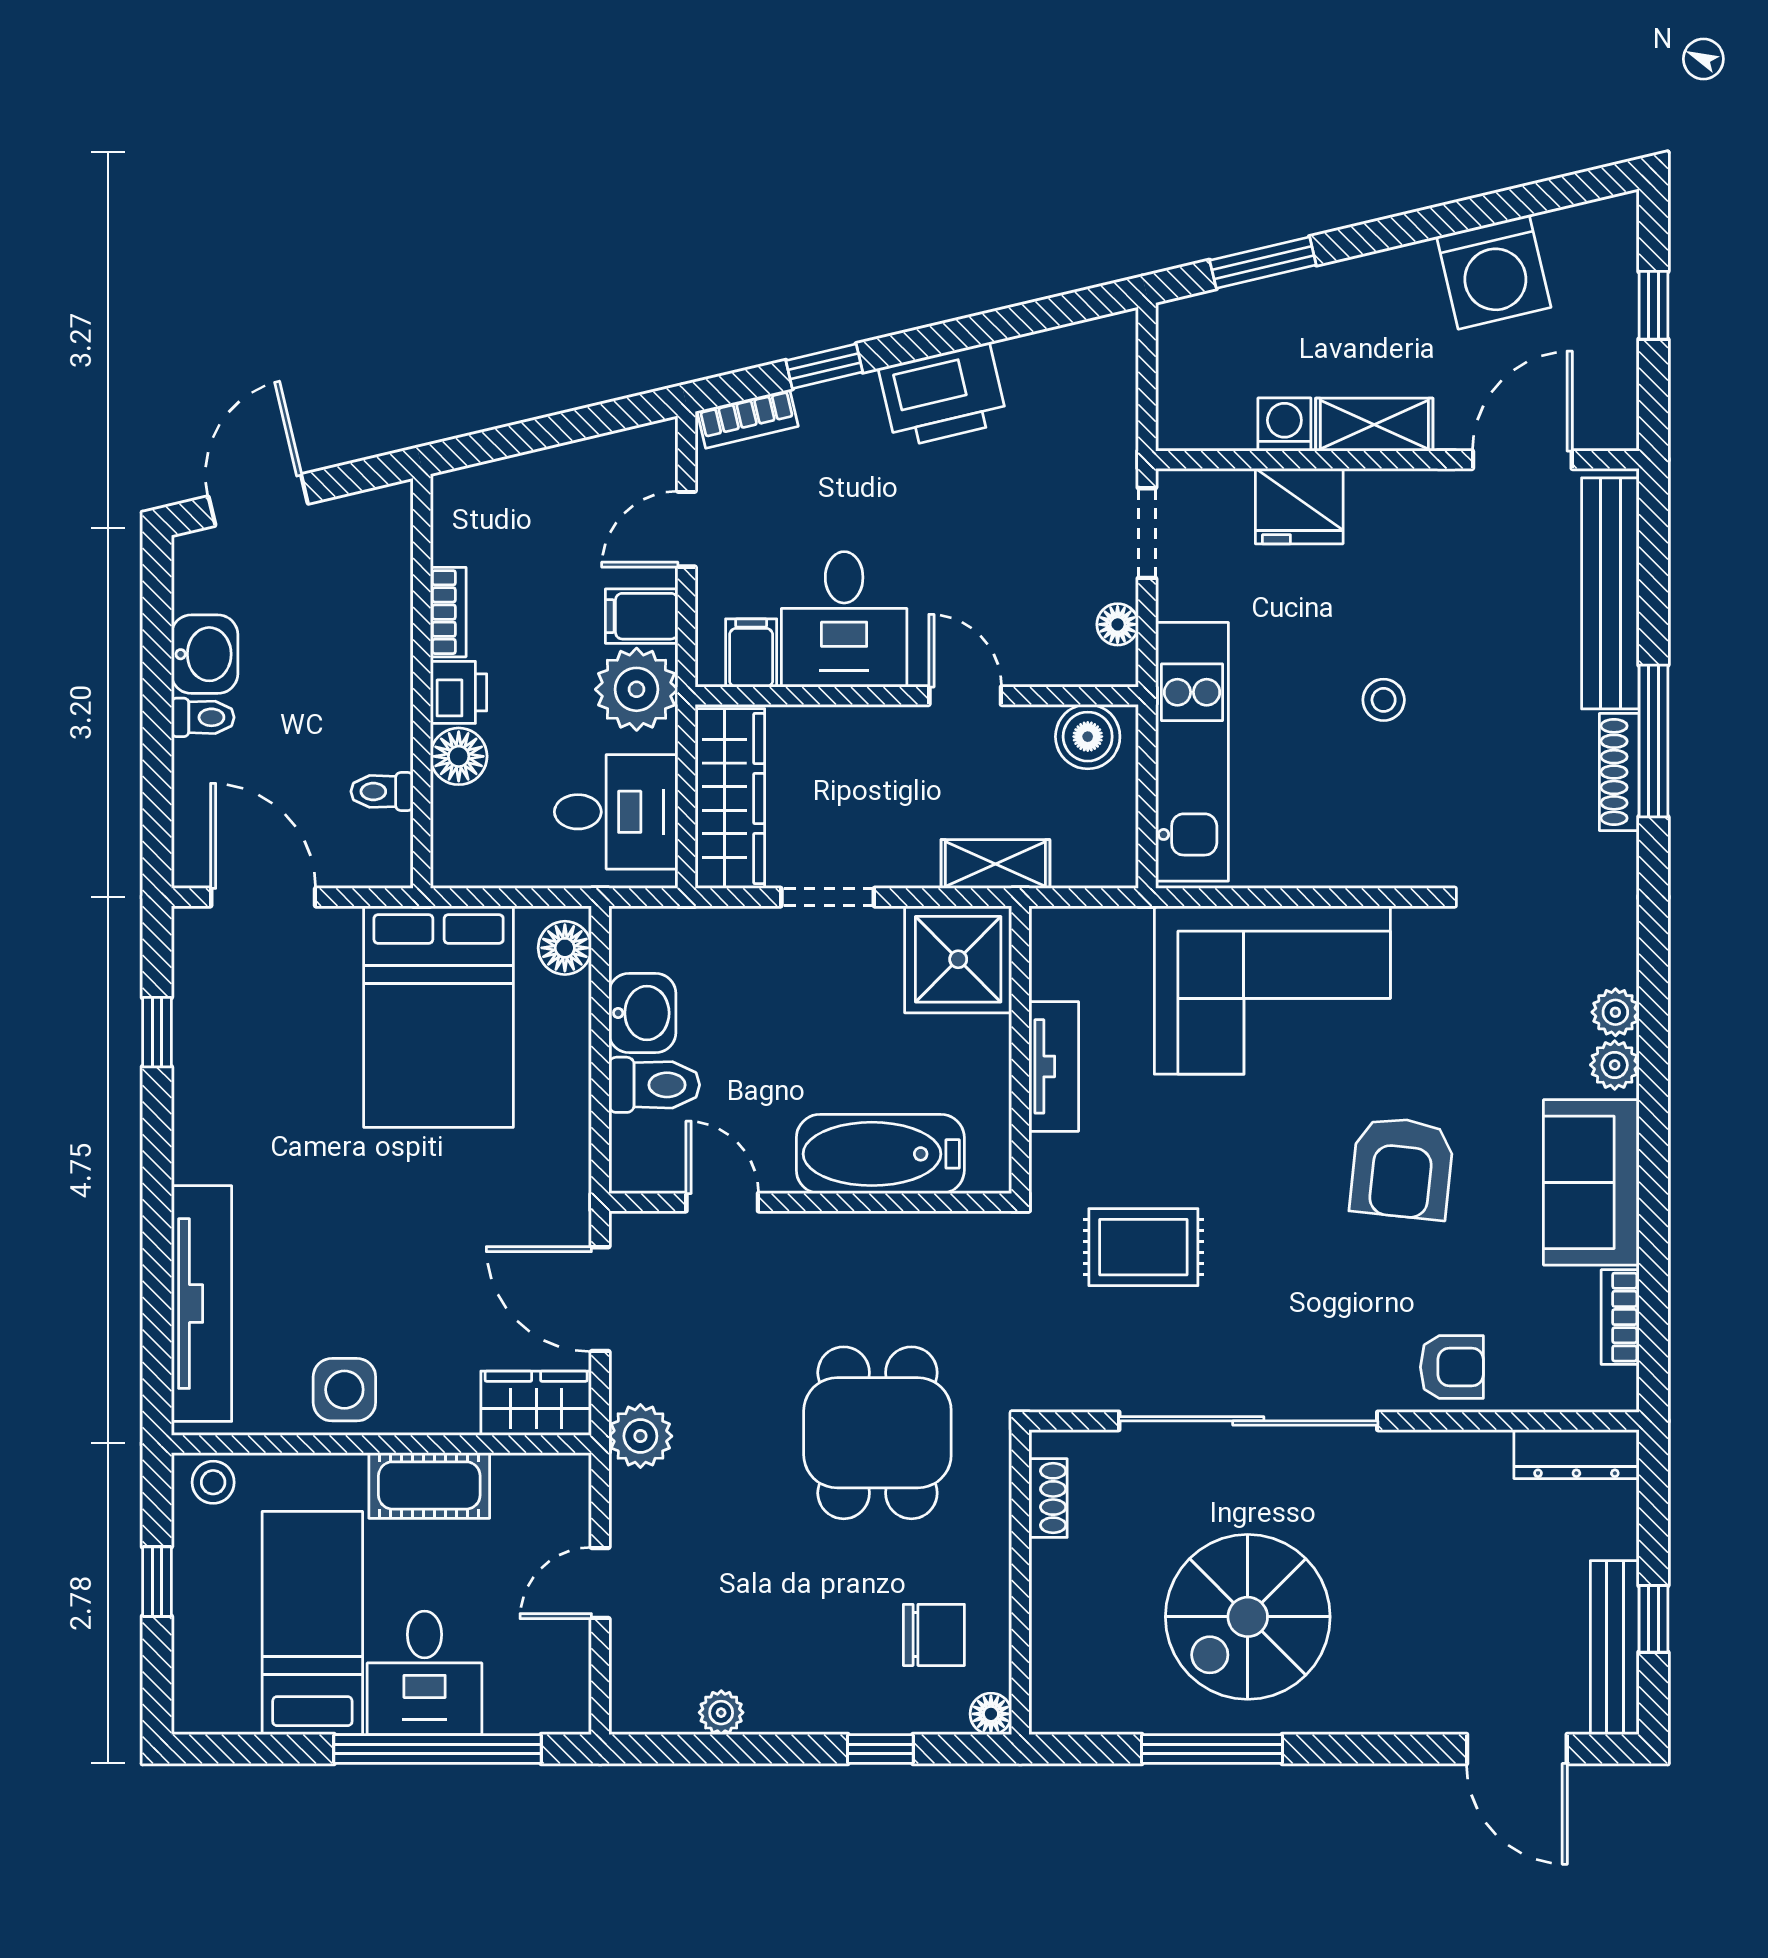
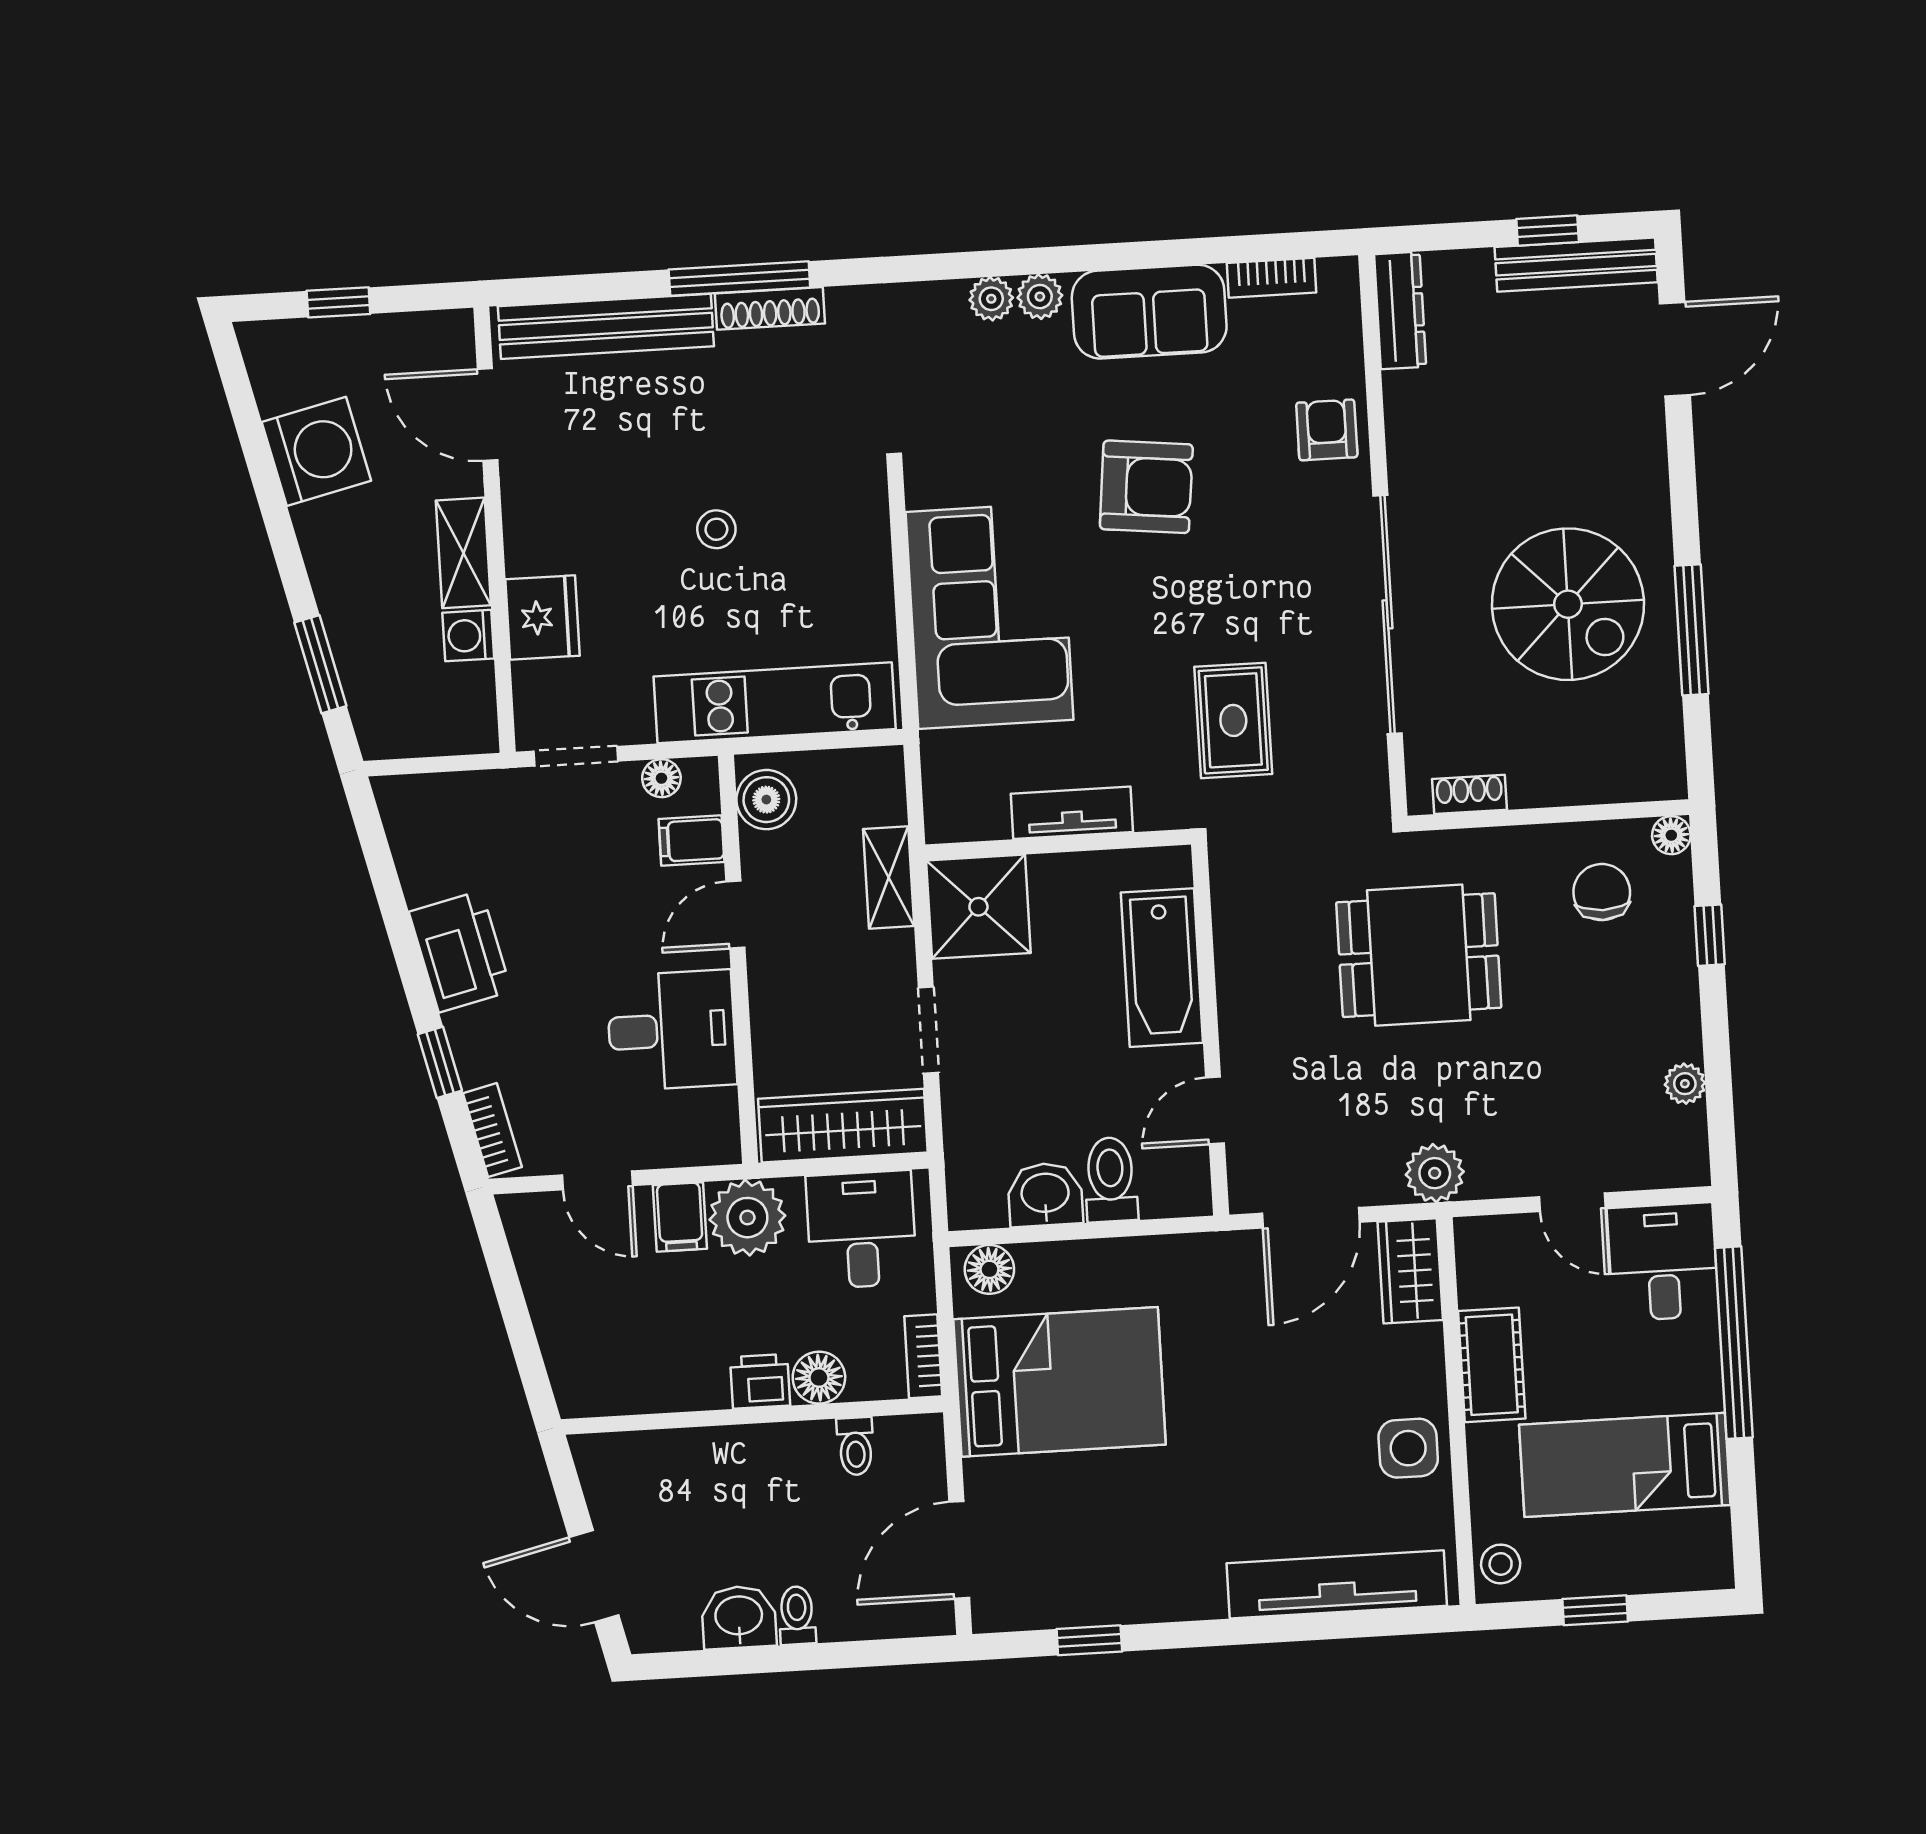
bookcase: (448, 612) -> (923, 1356), moved, turned -90
filing cabinet: (751, 653) -> (691, 840), moved
desk: (425, 1673) -> (1663, 1262), moved, turned -90

